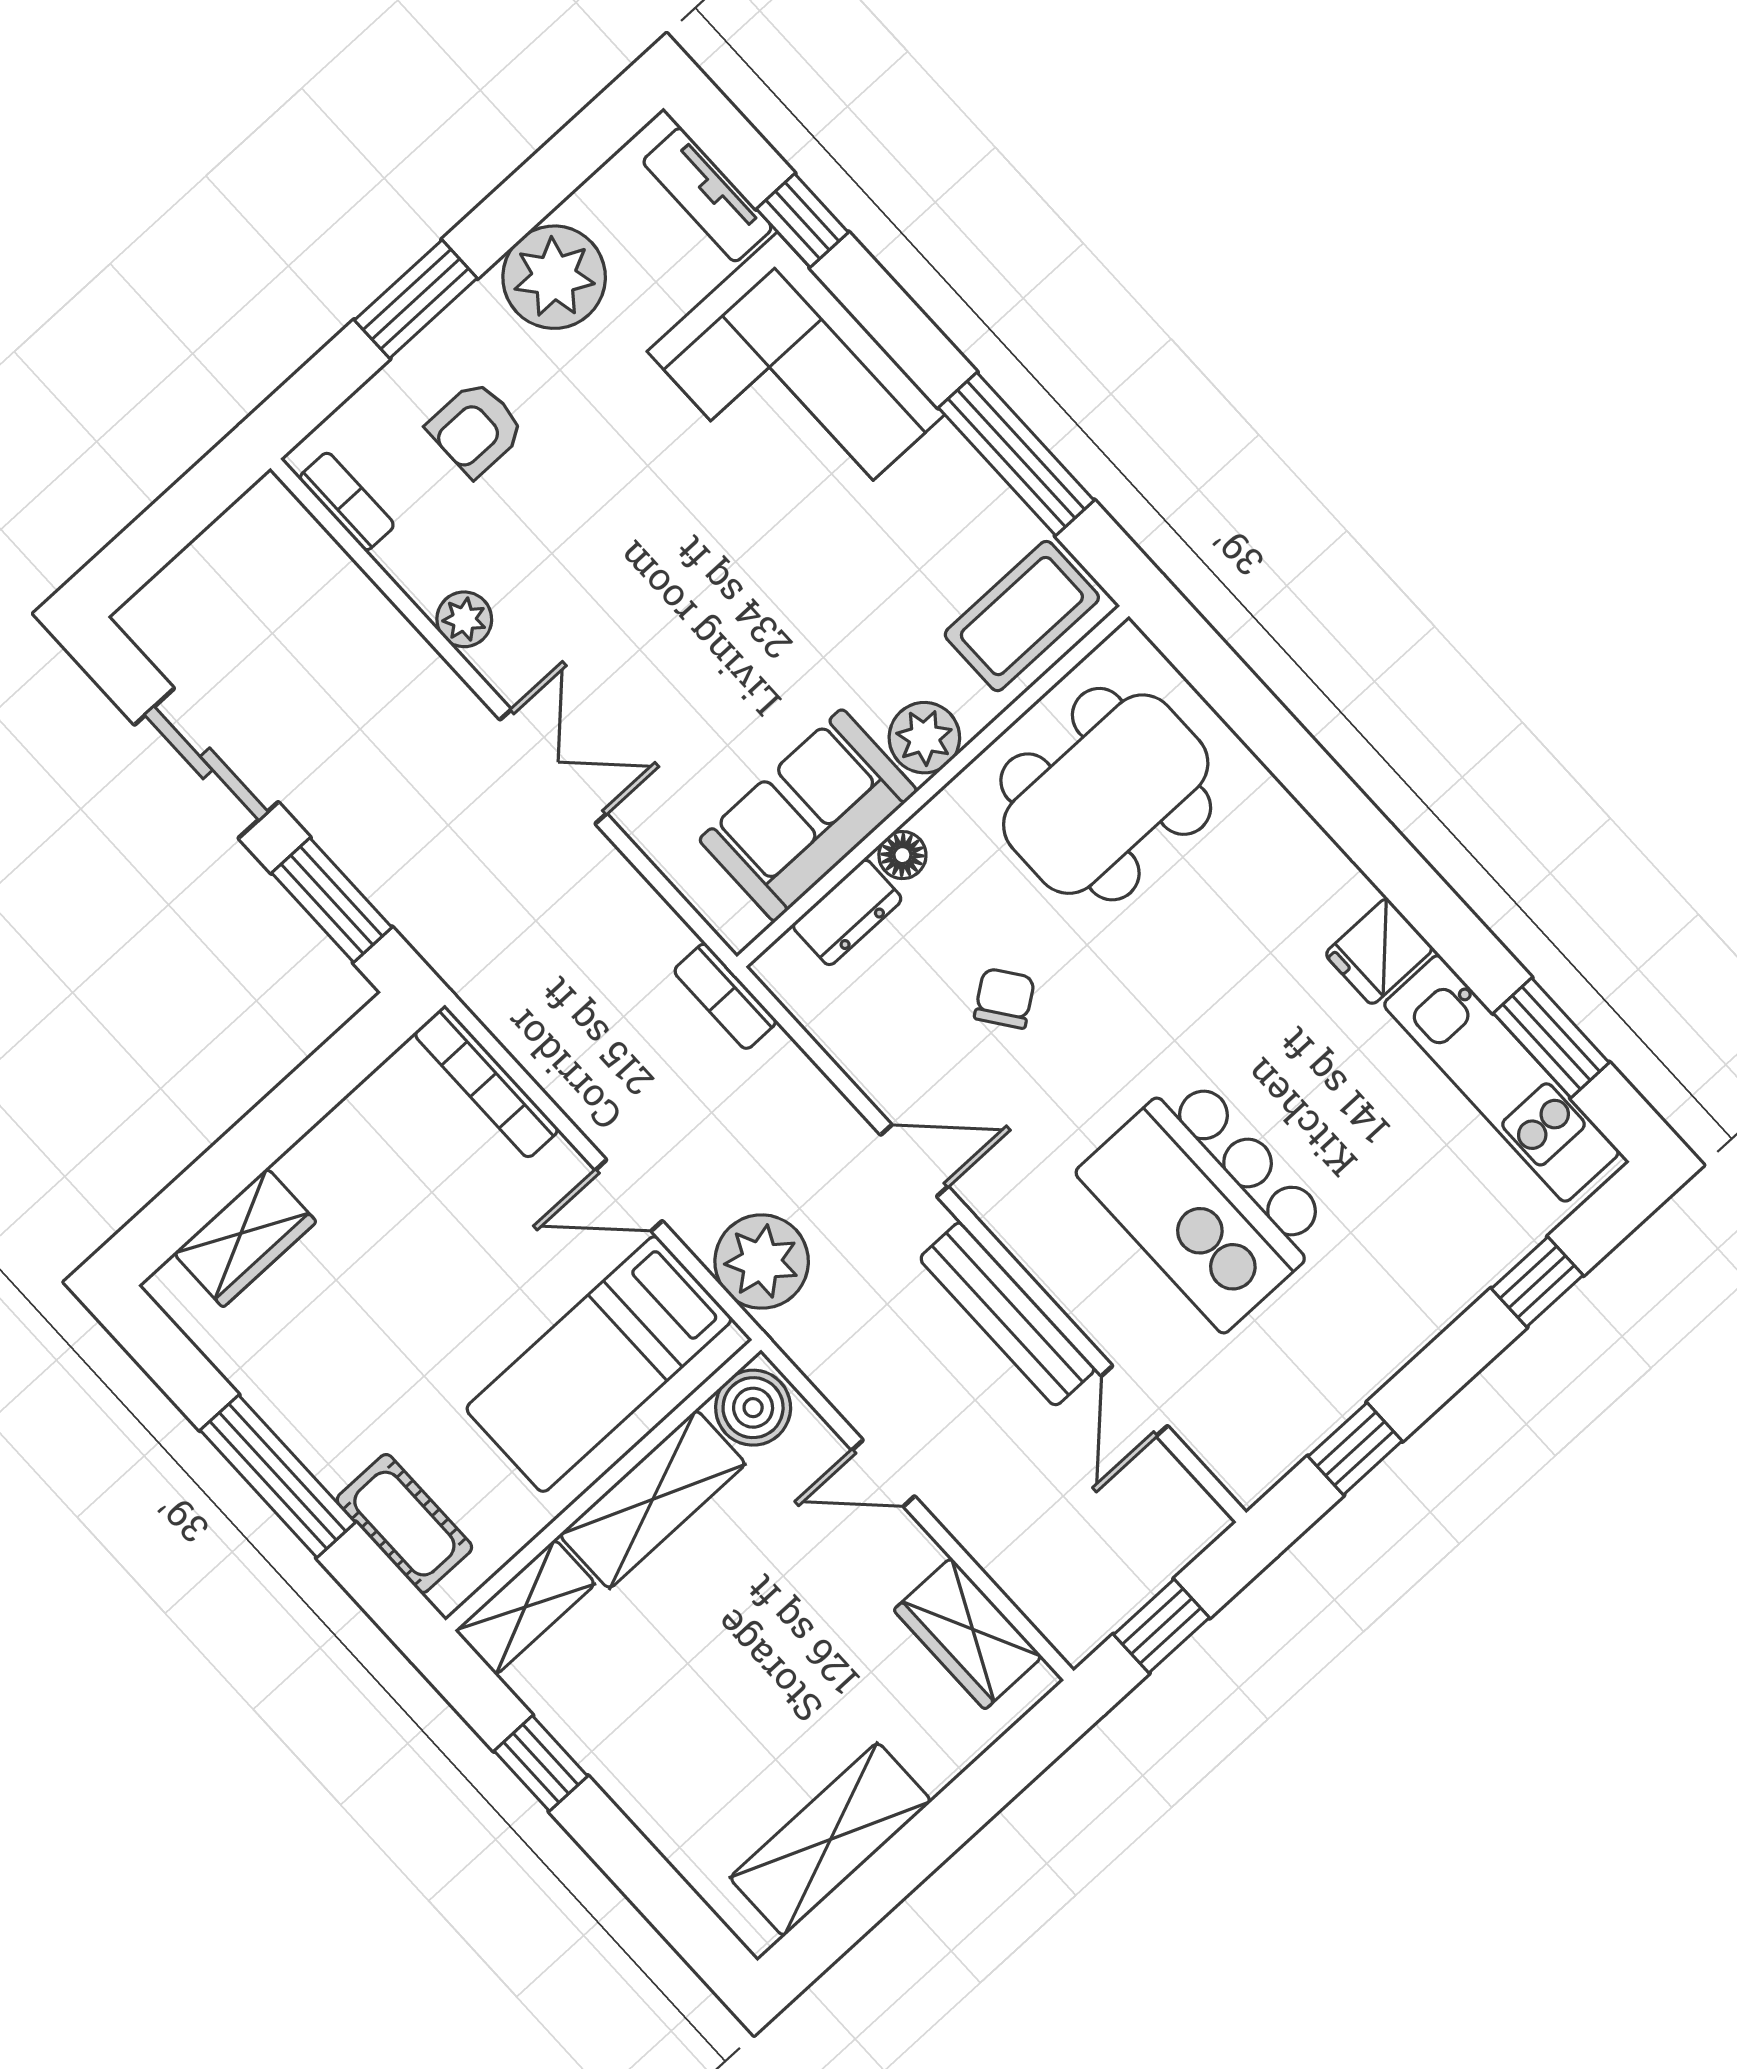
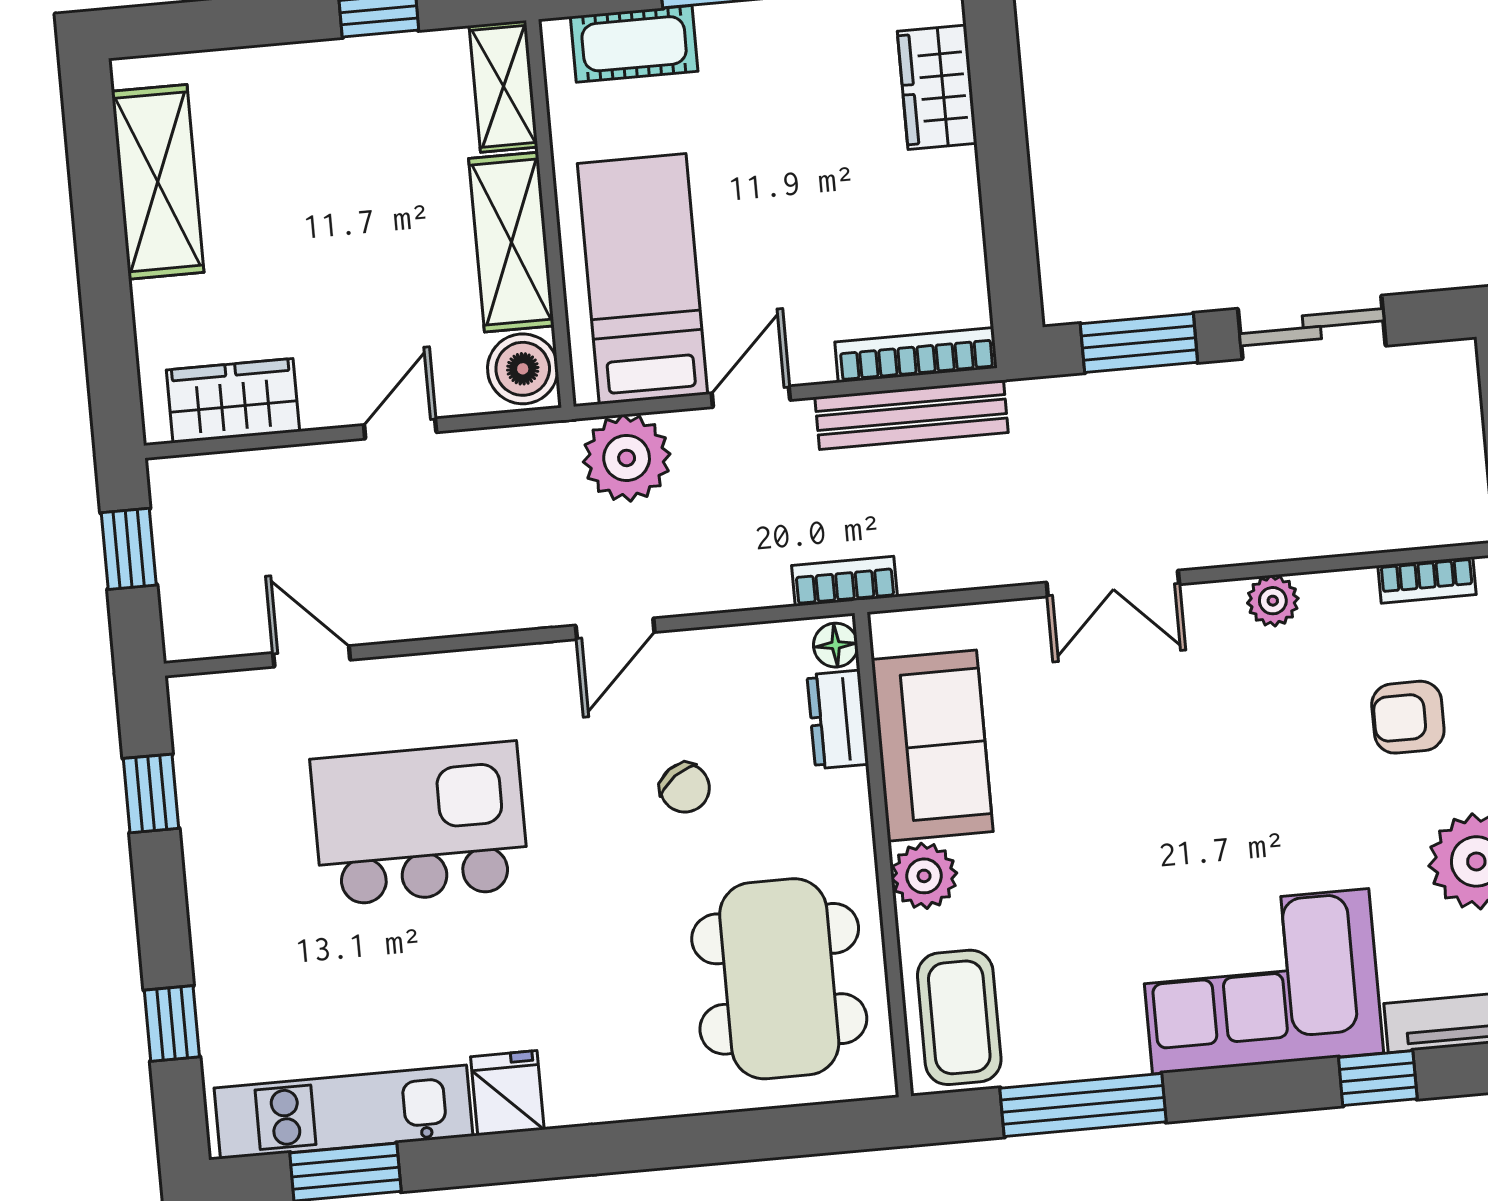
armchair: (476, 429) -> (1408, 717), turned -90
floor lamp: (902, 855) -> (836, 645), moved
bench: (1007, 1314) -> (911, 415), moved

